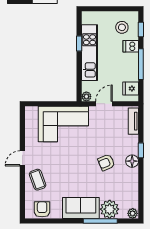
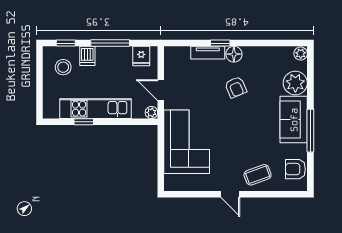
tv unit: (133, 121) -> (208, 53), moved
window: (100, 221) -> (310, 131), moved

